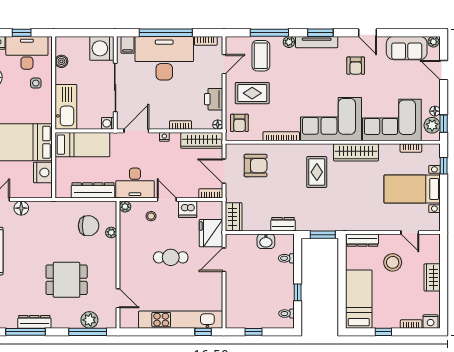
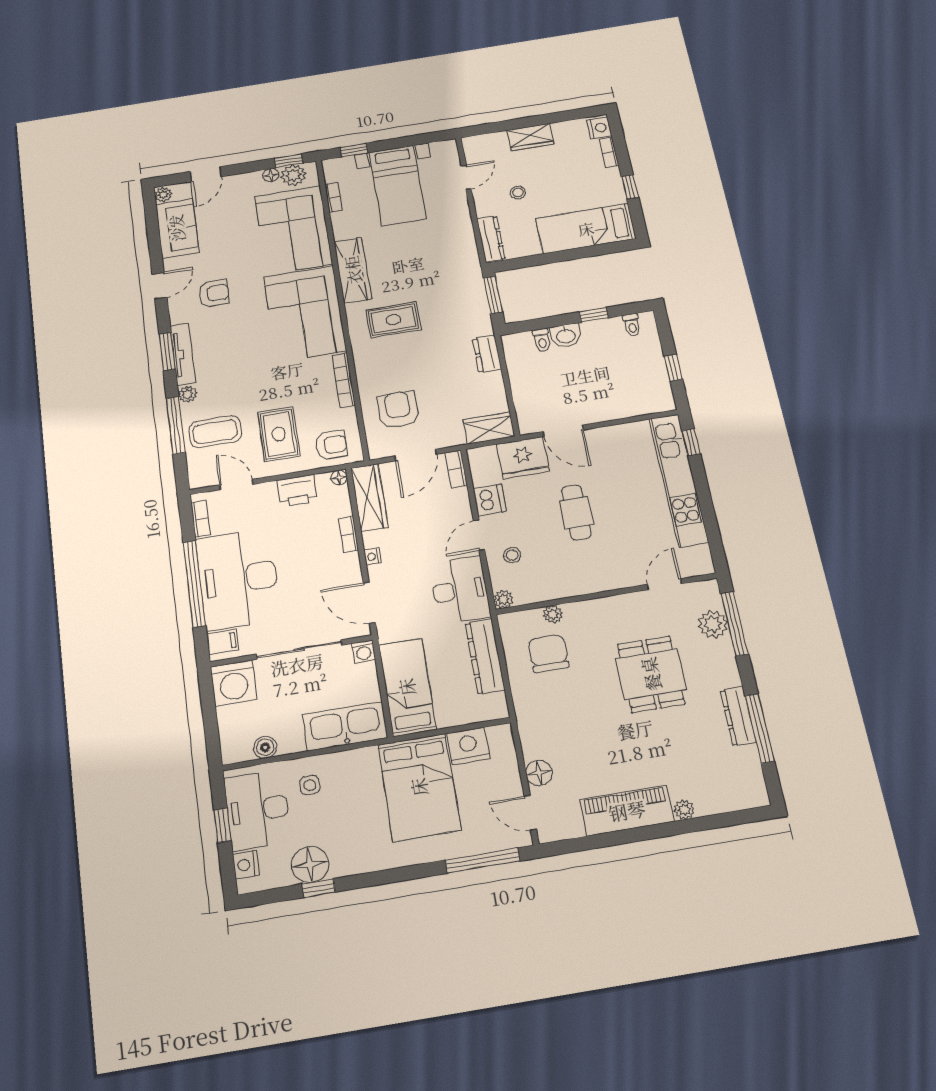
washbasin: (266, 241) -> (566, 336), moved, turned 90
stool: (393, 262) -> (518, 192), width x0.53, depth x0.53

